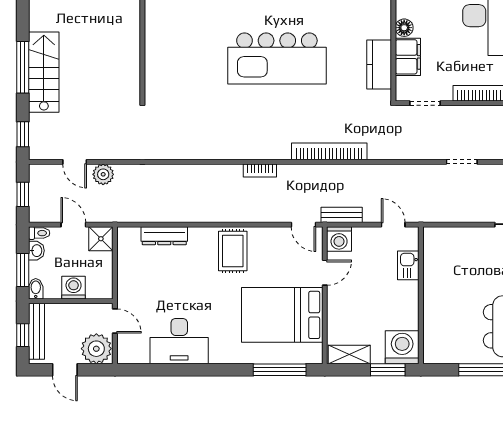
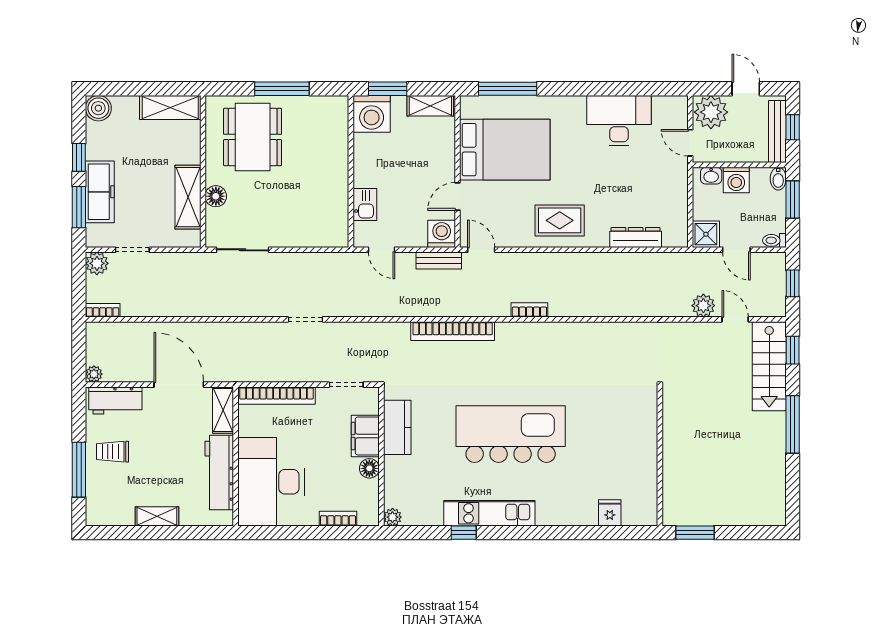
stairs: (44, 72) -> (769, 366), moved
washbasin: (36, 251) -> (711, 176), moved, turned -90
rug: (233, 251) -> (560, 220), turned 90

